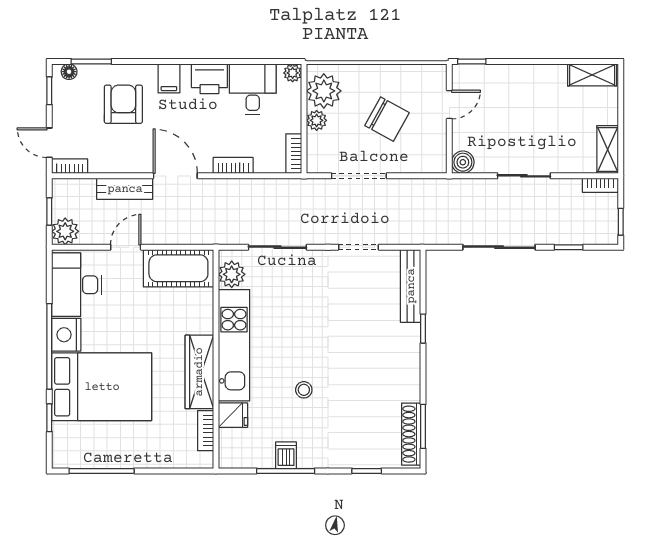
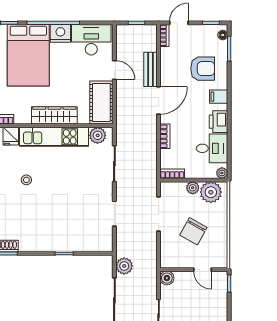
plant: (65, 231) -> (124, 266), moved
bench: (411, 286) -> (90, 246), removed
wardrobe: (199, 372) -> (54, 115), moved

